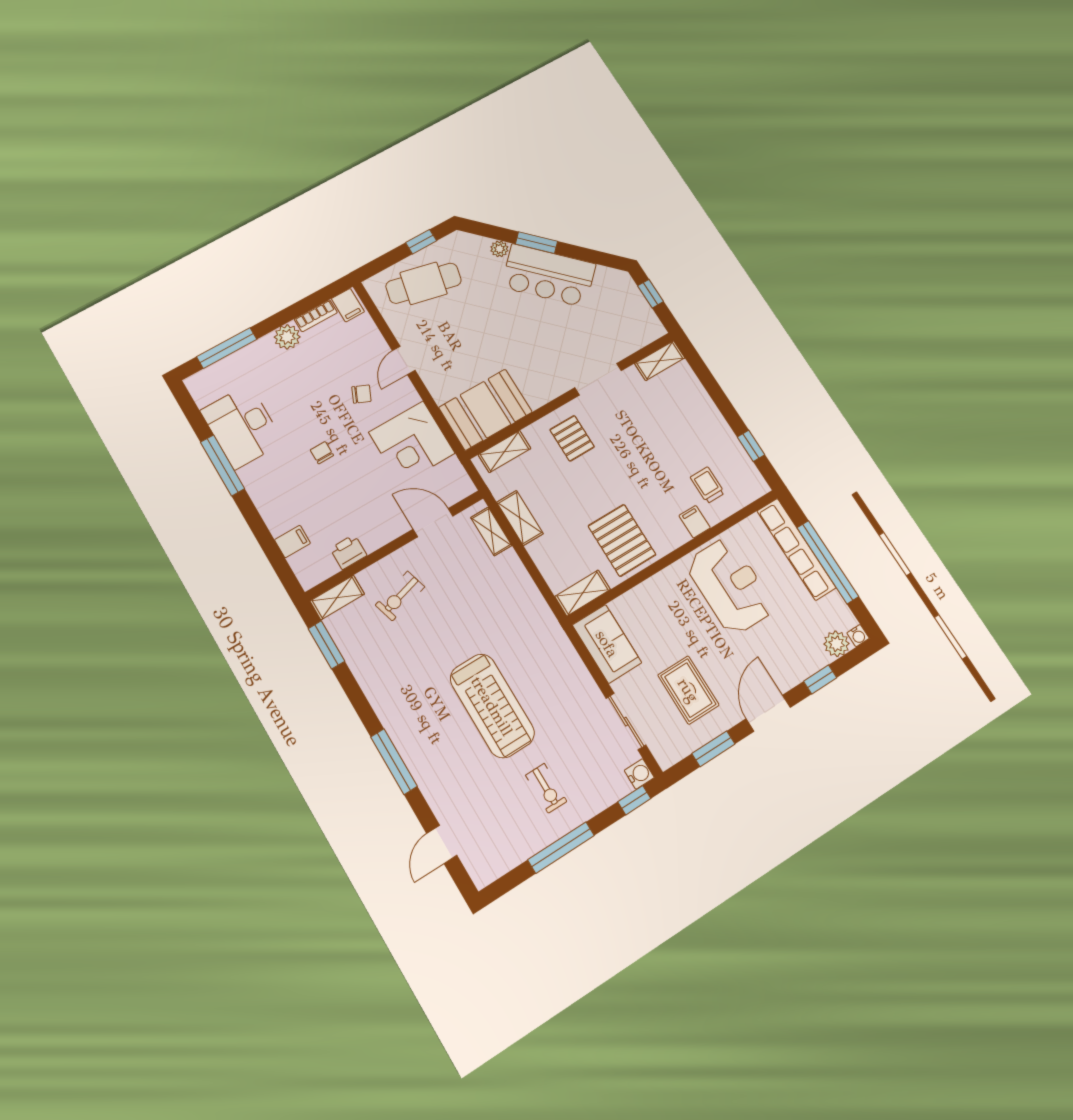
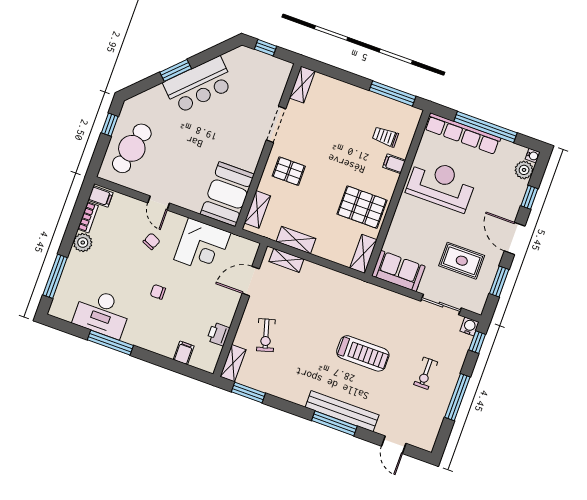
plant: (499, 249) -> (158, 92), removed
window: (751, 446) -> (392, 93), width x2.17
treadmill: (492, 706) -> (363, 353), width x0.73, depth x0.73
bench: (414, 754) -> (342, 411), added
exercise bike: (546, 788) -> (426, 373), turned 90

